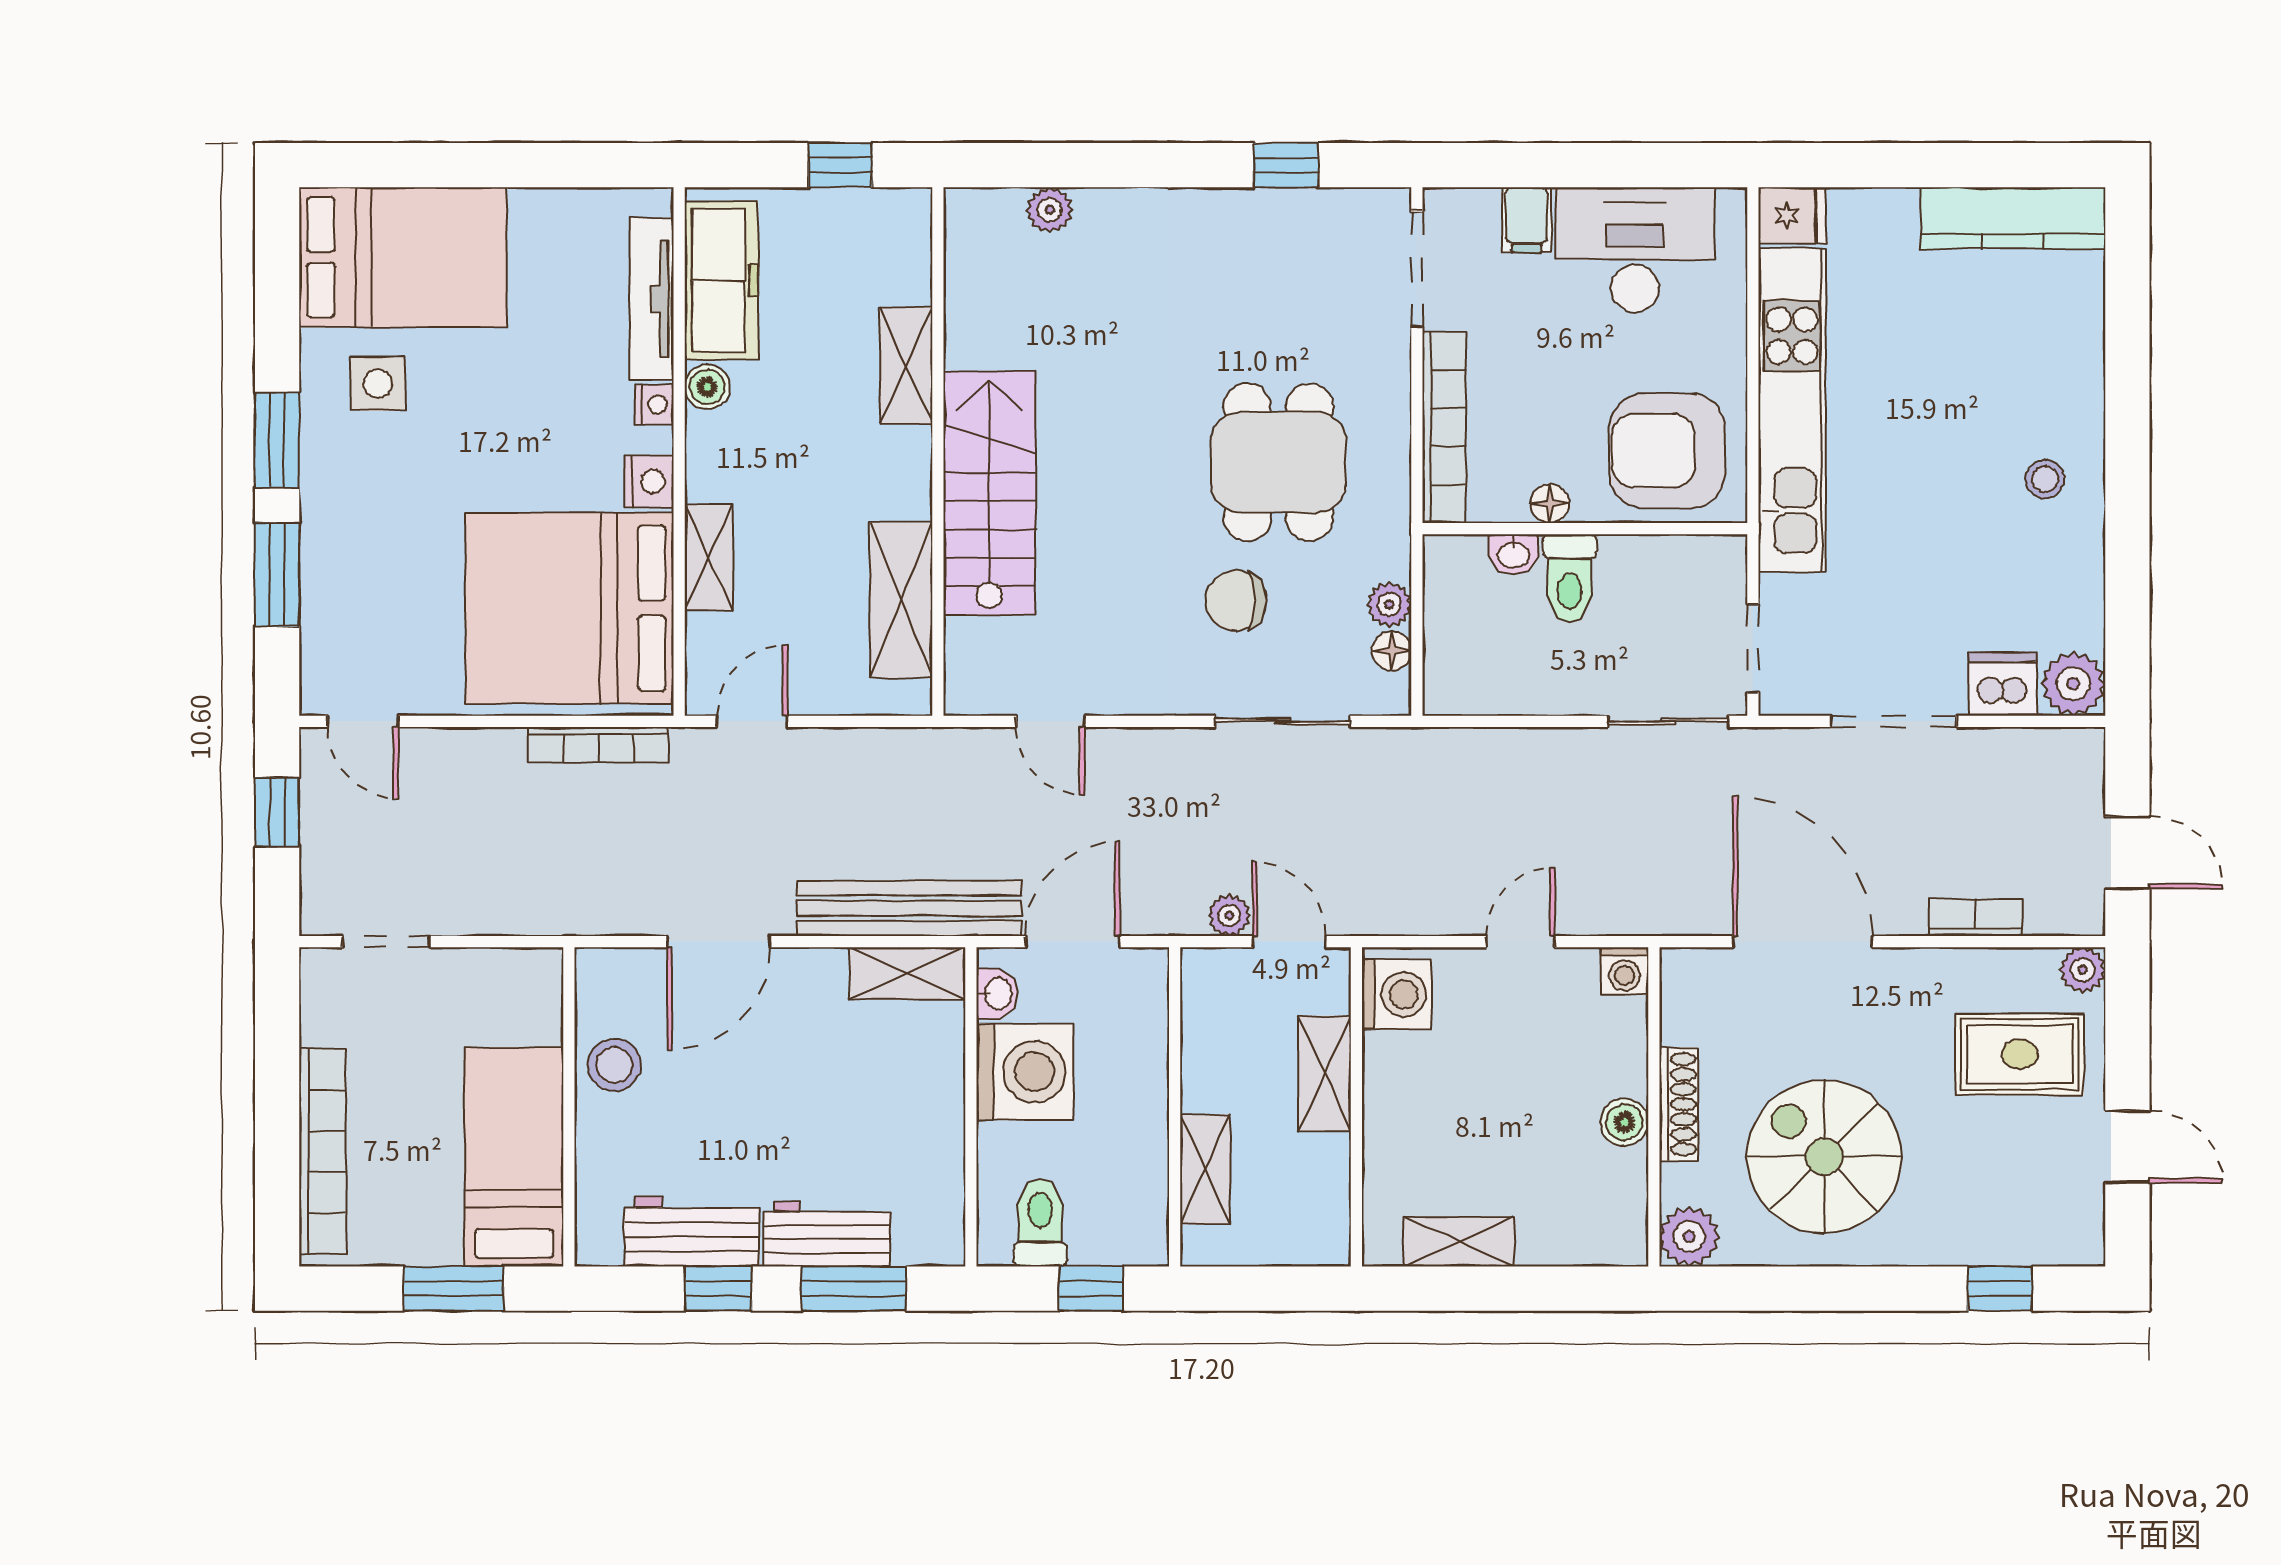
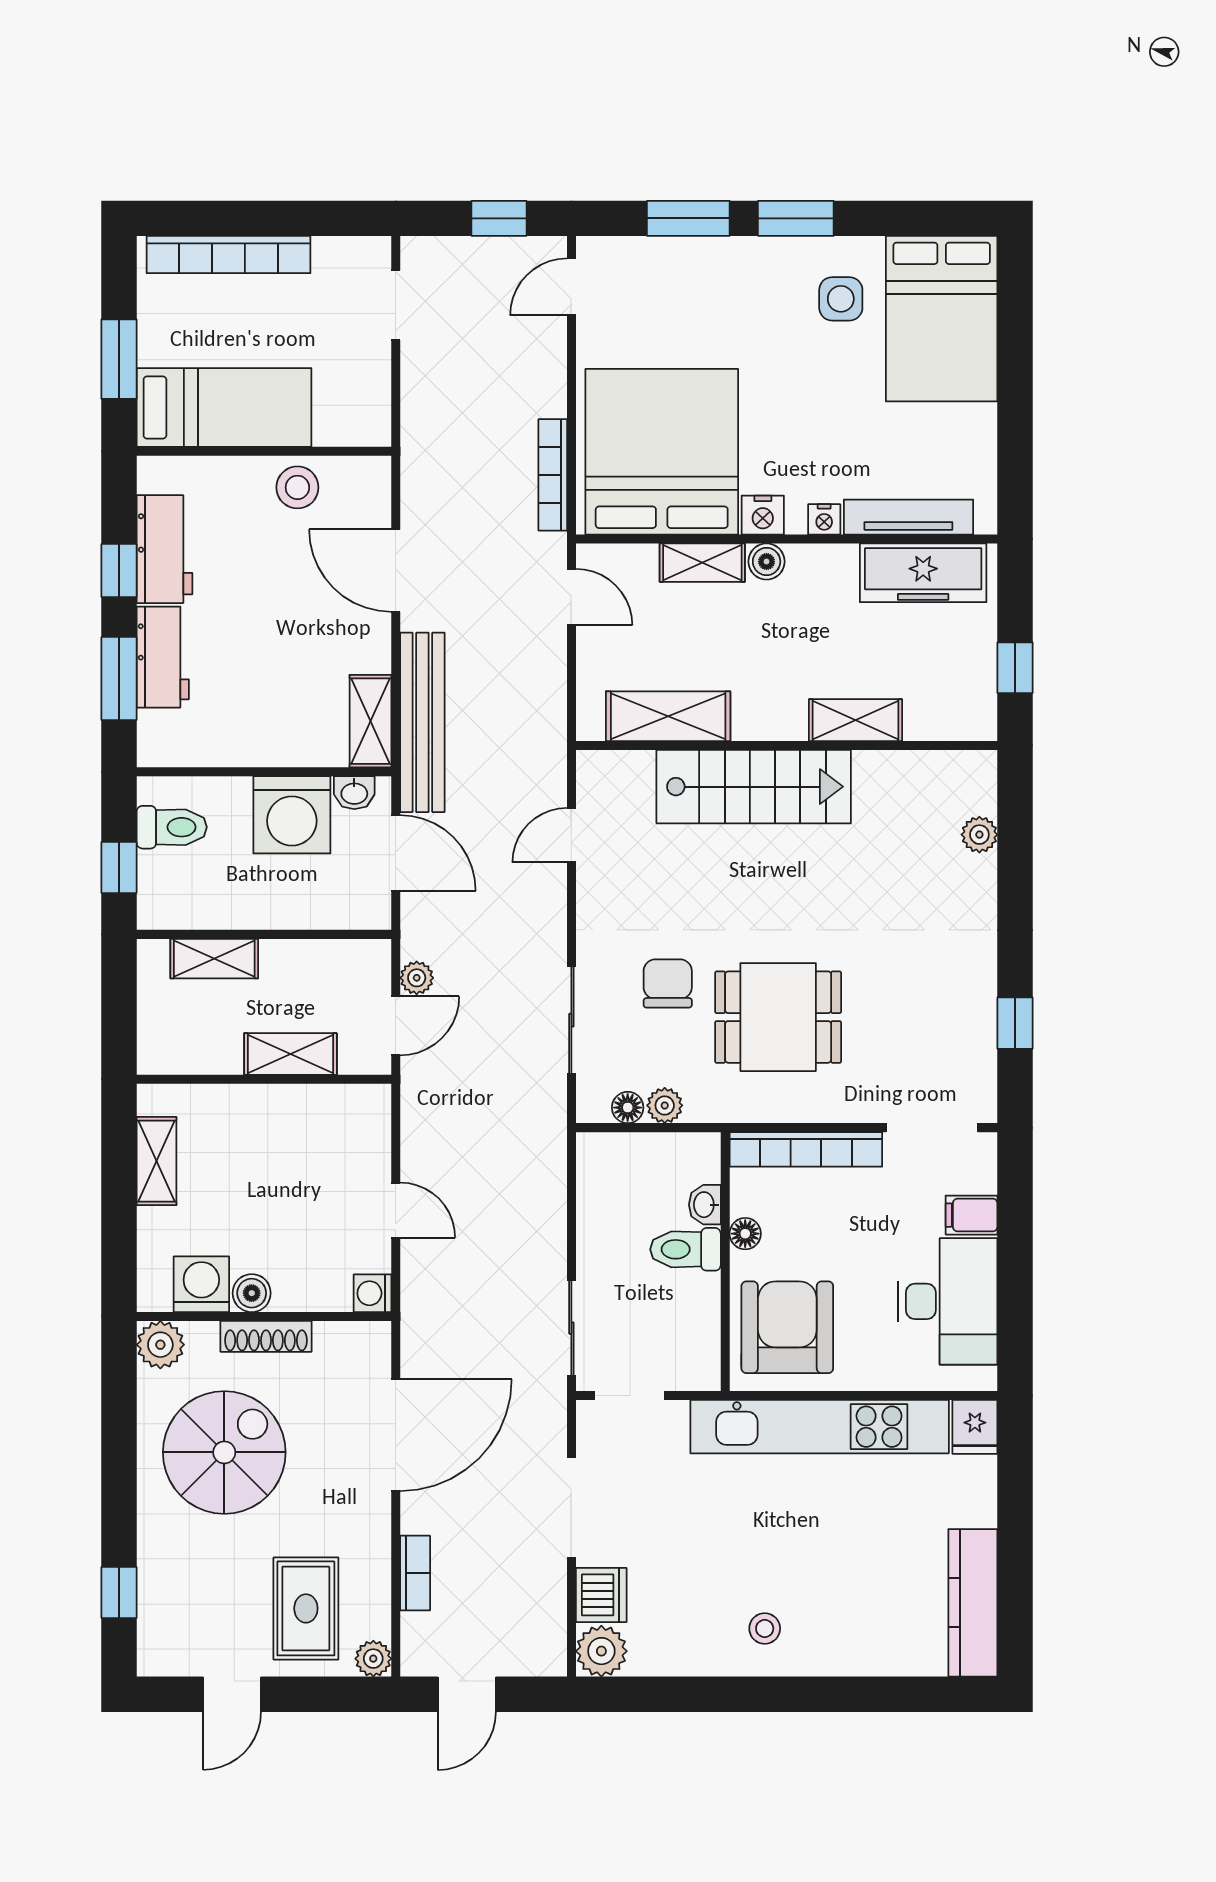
boiler: (707, 387) -> (767, 562), moved
washing machine: (1397, 994) -> (201, 1284), moved, turned 180

